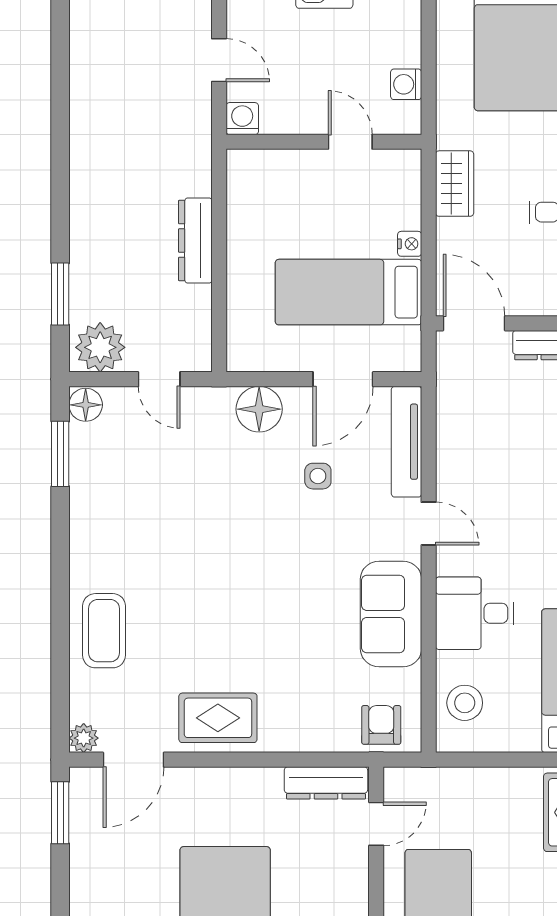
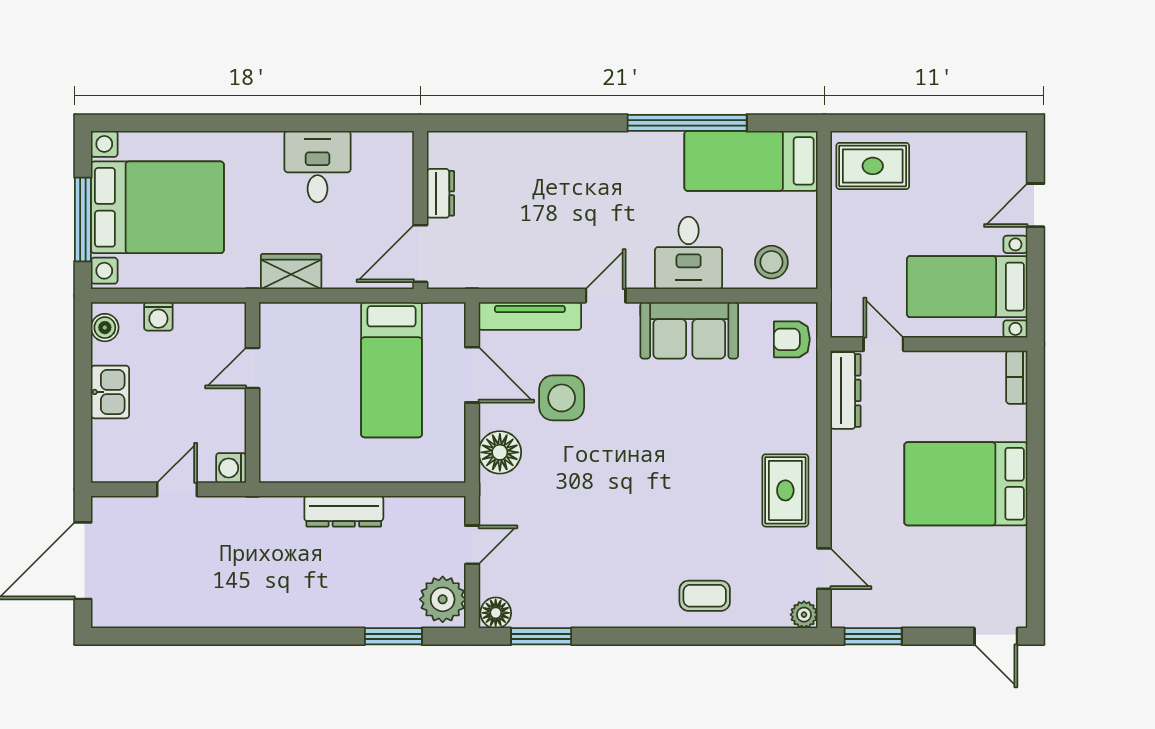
washing machine: (406, 84) -> (158, 316), moved
nightstand: (410, 244) -> (347, 313), removed
side table: (318, 476) -> (562, 398), width x1.87, depth x1.87
coffee table: (104, 631) -> (705, 596), width x0.73, depth x0.77
door: (133, 760) -> (824, 569), width x0.73

